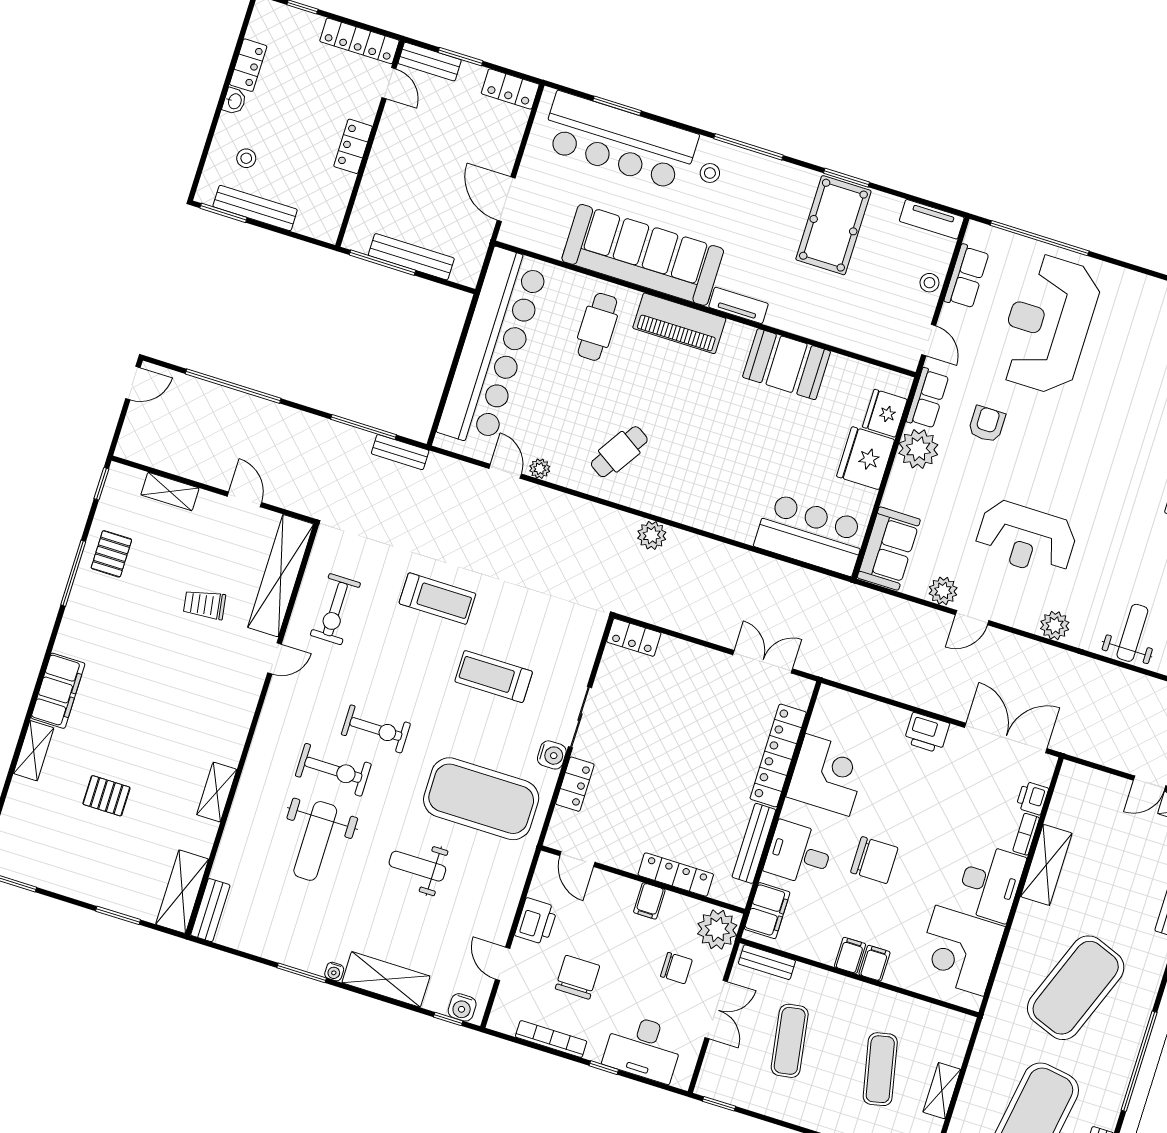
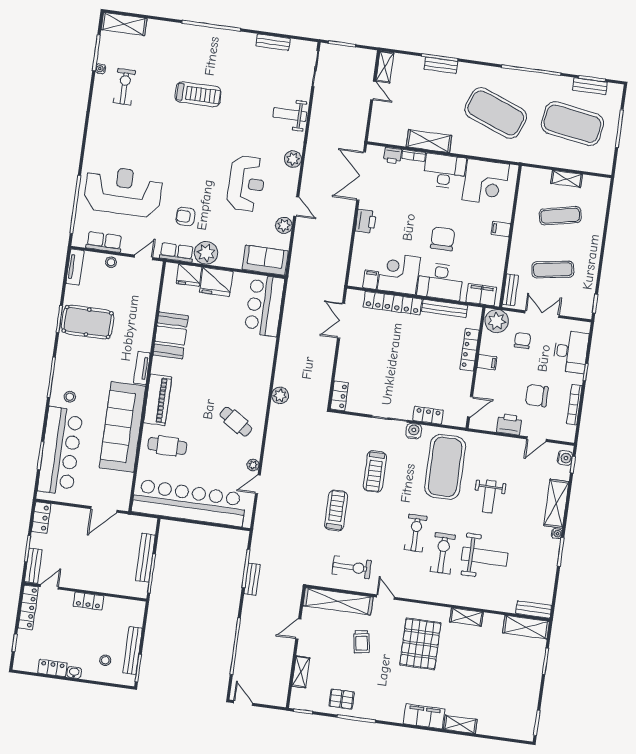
reception desk: (1048, 324) -> (123, 191), turned 180
bench: (400, 452) -> (252, 579), moved
pallet: (106, 796) -> (420, 644), moved, width x2.05, depth x2.00
desk: (799, 853) -> (440, 281), width x1.37
filing cabinet: (850, 955) -> (371, 280), moved, turned 90

